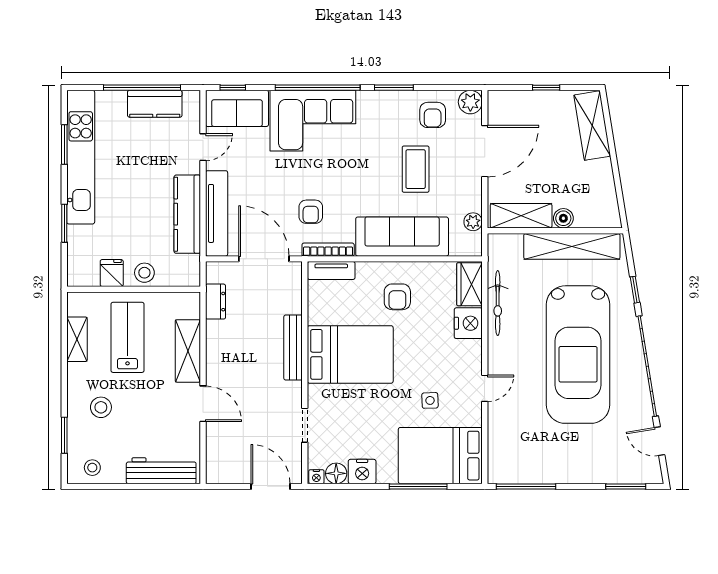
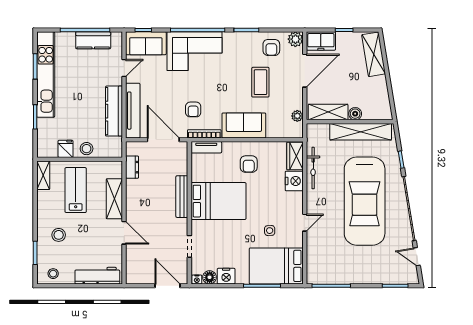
freezer: (510, 105) -> (321, 41), added
sofa: (402, 237) -> (244, 125), width x0.73
shelving: (77, 339) -> (43, 175), moved

